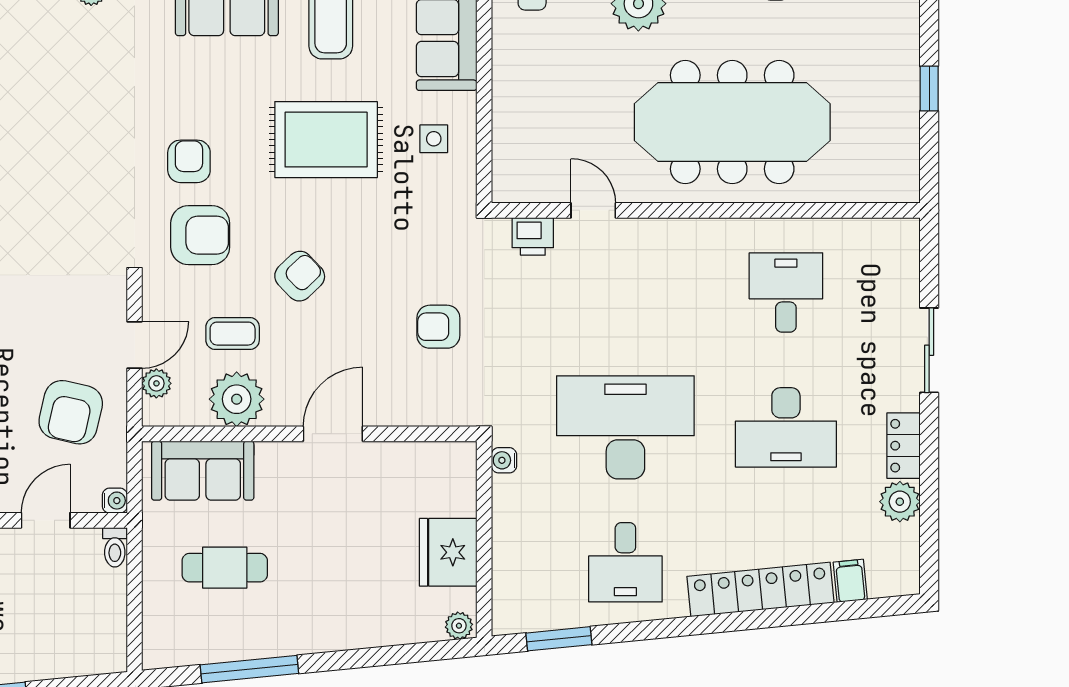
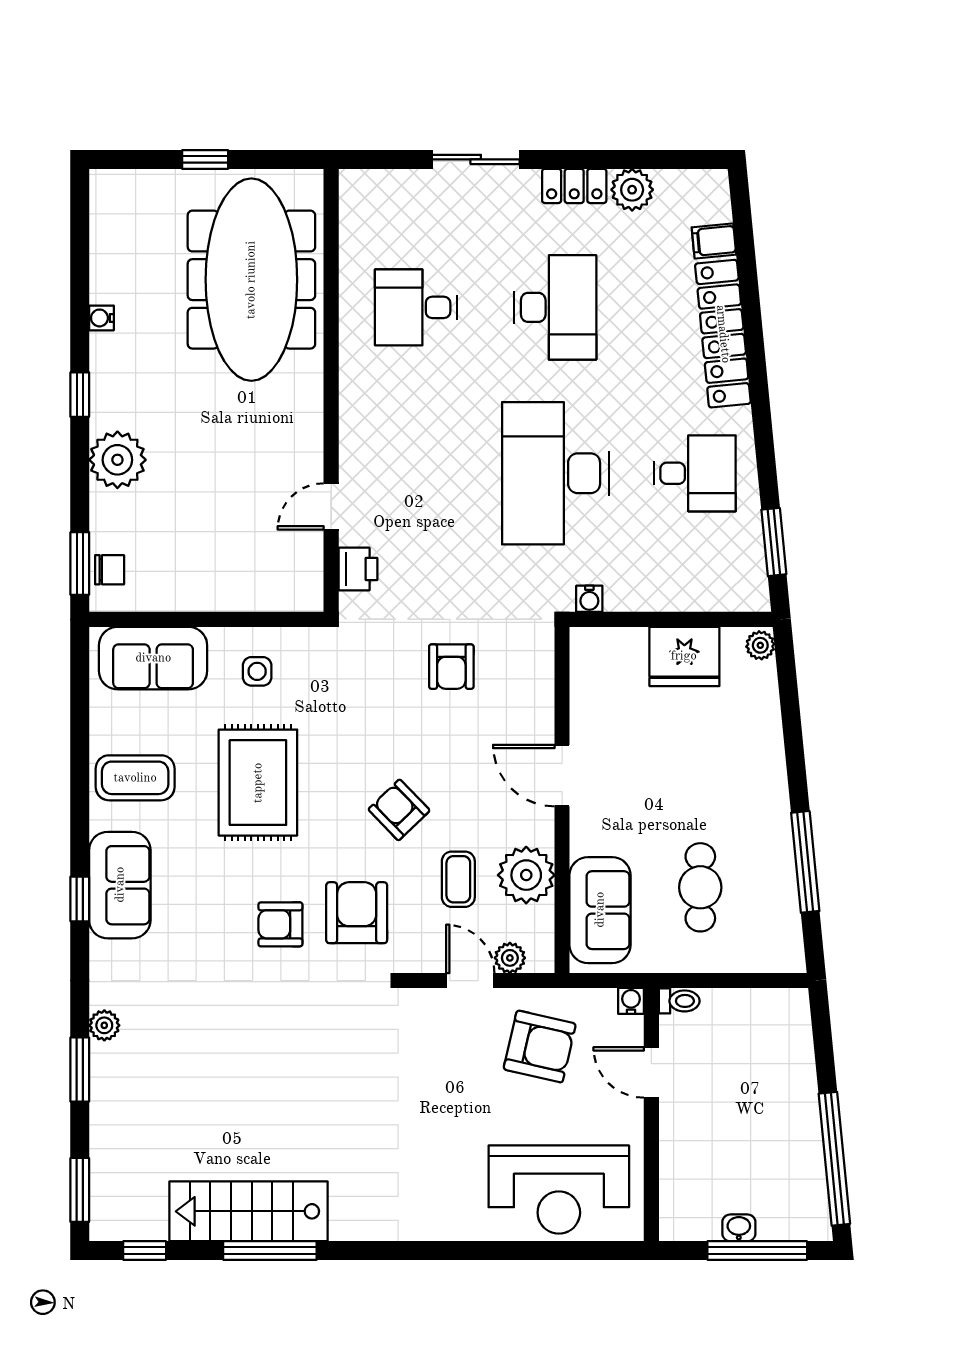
meeting table: (732, 122) -> (251, 280), moved

